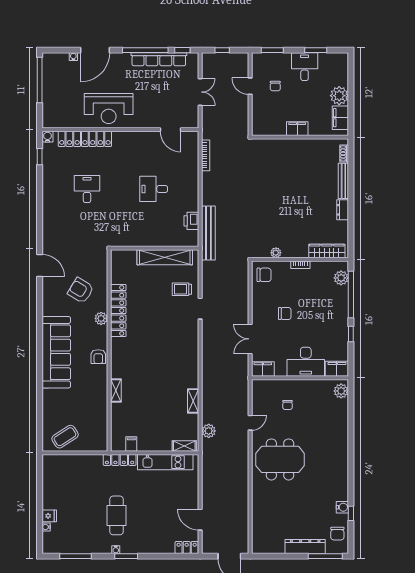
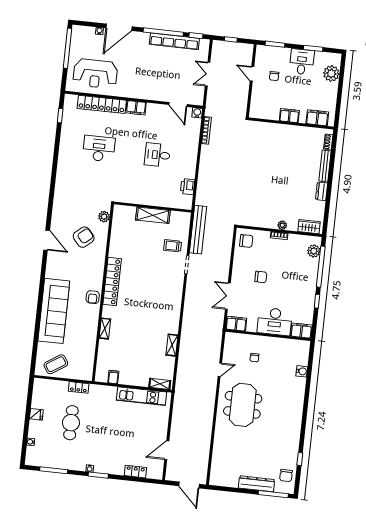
double door: (200, 92) -> (208, 74), swing flipped
plant: (339, 96) -> (331, 74), moved
reception desk: (109, 109) -> (95, 74), moved
filing cabinet: (340, 118) -> (317, 118), moved, turned 90
water cooler: (47, 137) -> (197, 113), moved
filing cabinet: (124, 138) -> (136, 108), added
desk: (87, 189) -> (99, 149), width x1.37
bench: (208, 233) -> (198, 230), moved
wardrobe: (327, 251) -> (309, 227), width x0.67
plant: (276, 253) -> (282, 225), moved
shelving: (165, 257) -> (153, 215), width x0.68
door: (40, 266) -> (47, 240), moved
armchair: (81, 290) -> (84, 237), turned 108
locker: (118, 311) -> (112, 282), moved
plant: (101, 318) -> (104, 217), moved
sofa: (56, 352) -> (54, 311), moved
plant: (341, 391) -> (303, 350), removed
plant: (209, 431) -> (183, 373), removed
meeting table: (280, 459) -> (243, 405), turned 90
locker: (120, 460) -> (79, 387), moved, width x0.66
water cooler: (342, 507) -> (302, 371), moved
cafe table: (117, 515) -> (71, 423), moved
fridge: (49, 516) -> (36, 414), moved
door: (200, 520) -> (167, 450), hinge flipped
locker: (187, 548) -> (135, 472), moved

